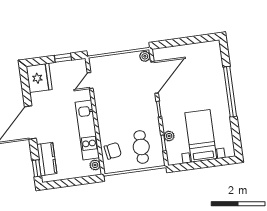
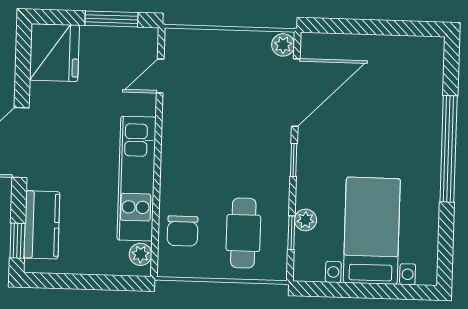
window: (63, 58) -> (111, 19), width x1.50
chair: (113, 151) -> (183, 231), turned 99

